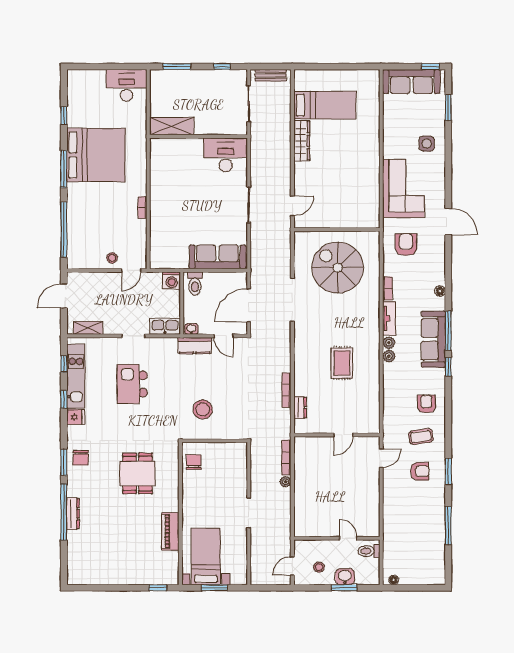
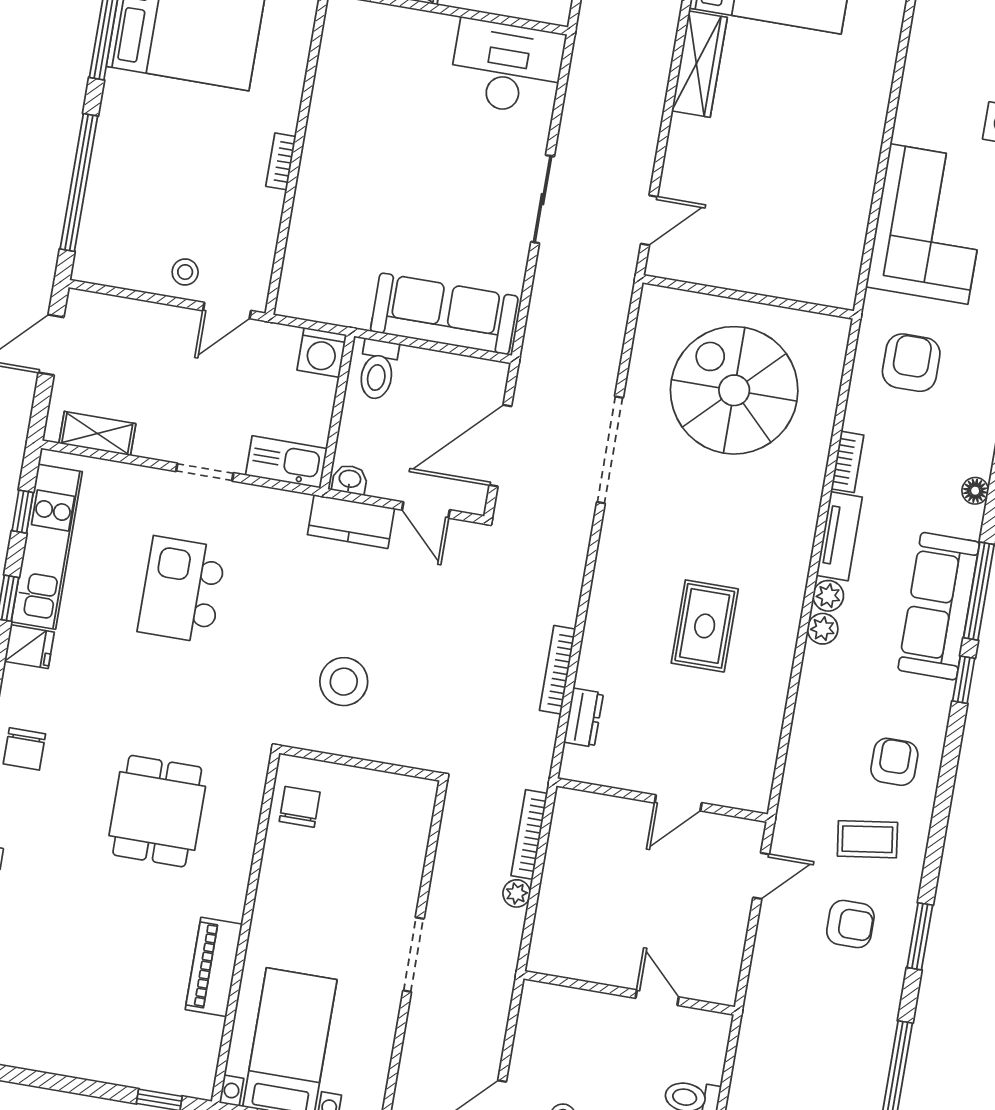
wall: (337, 538) -> (629, 993), moved
door: (348, 538) -> (657, 998), moved

